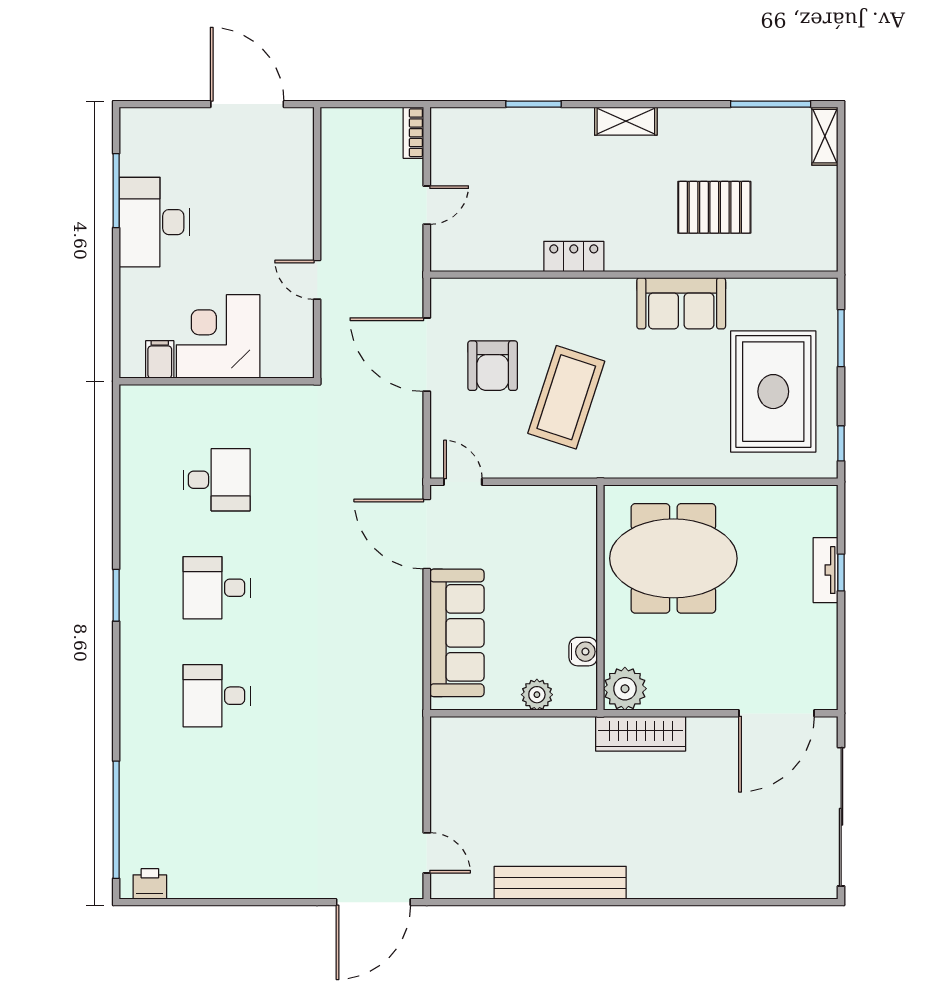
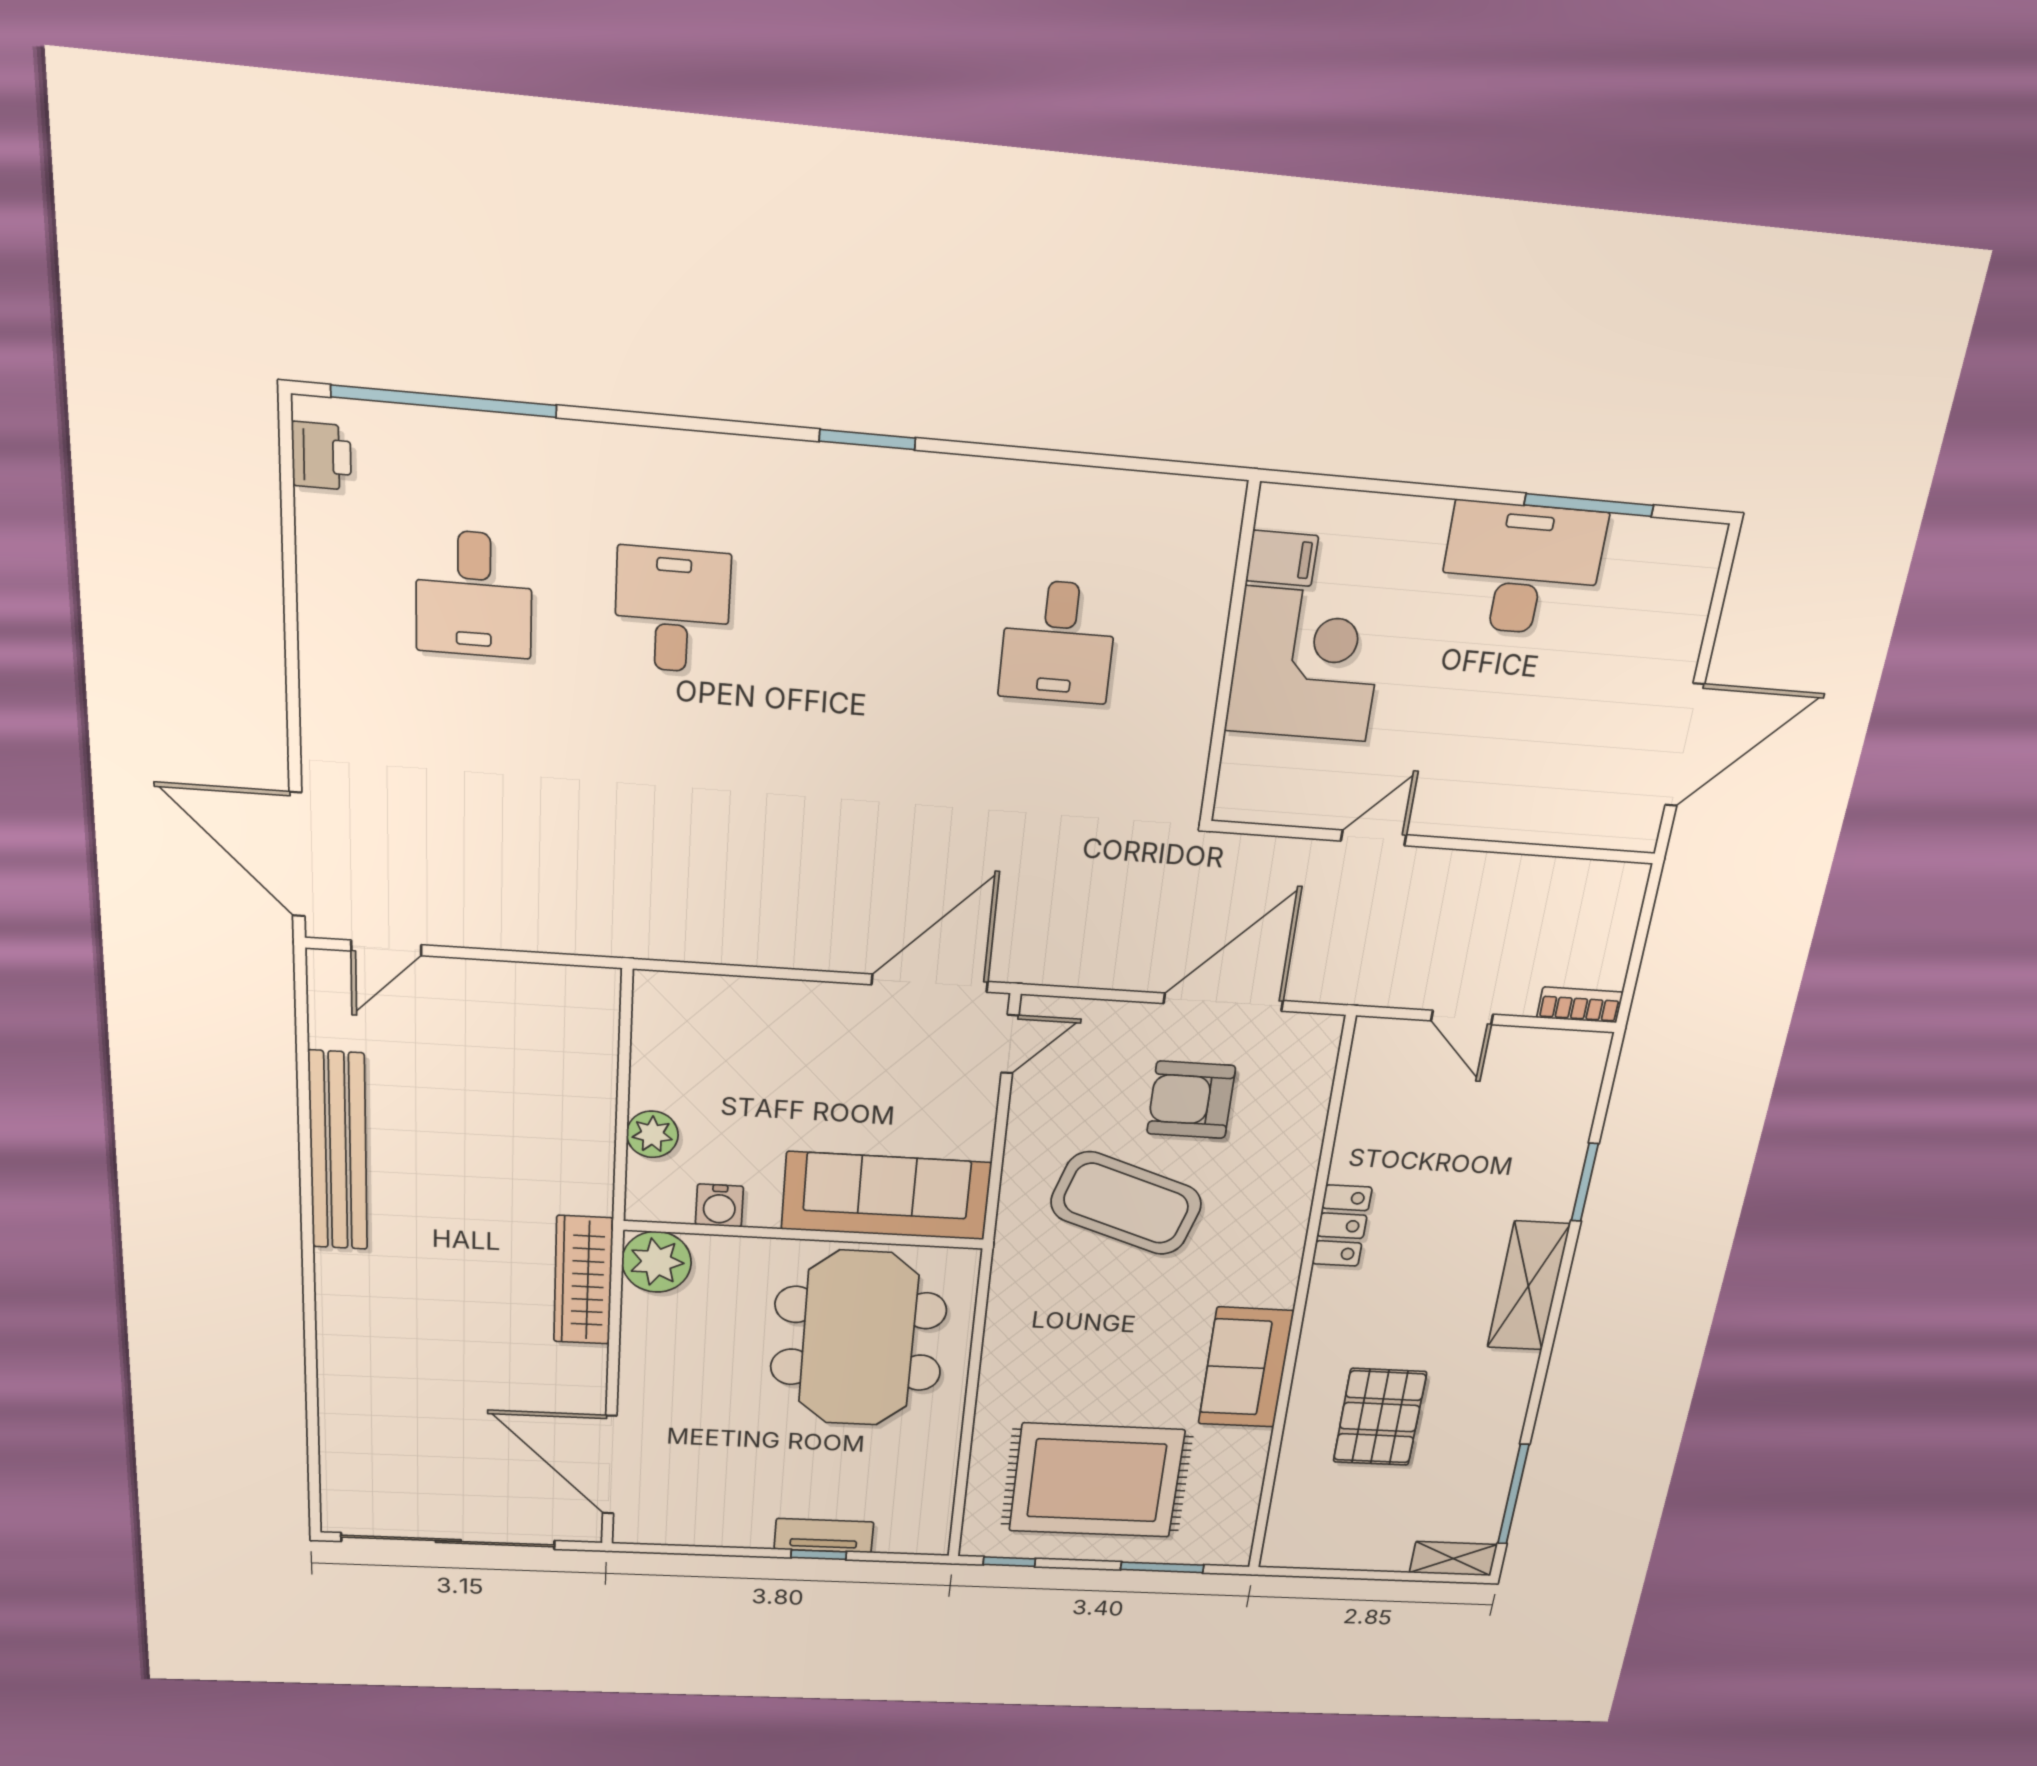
shelving: (626, 121) -> (1528, 1286), width x1.50, depth x1.33
desk: (217, 588) -> (474, 594), moved, turned 180
sofa: (457, 633) -> (886, 1196), moved, turned 180

